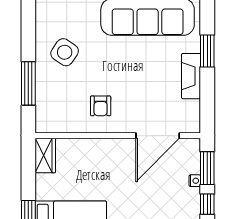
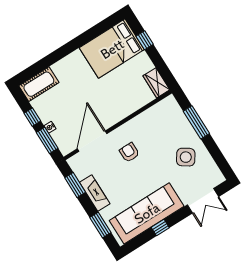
window: (207, 51) -> (100, 225), moved
window: (207, 99) -> (75, 185), added
armchair: (101, 106) -> (129, 152), moved

